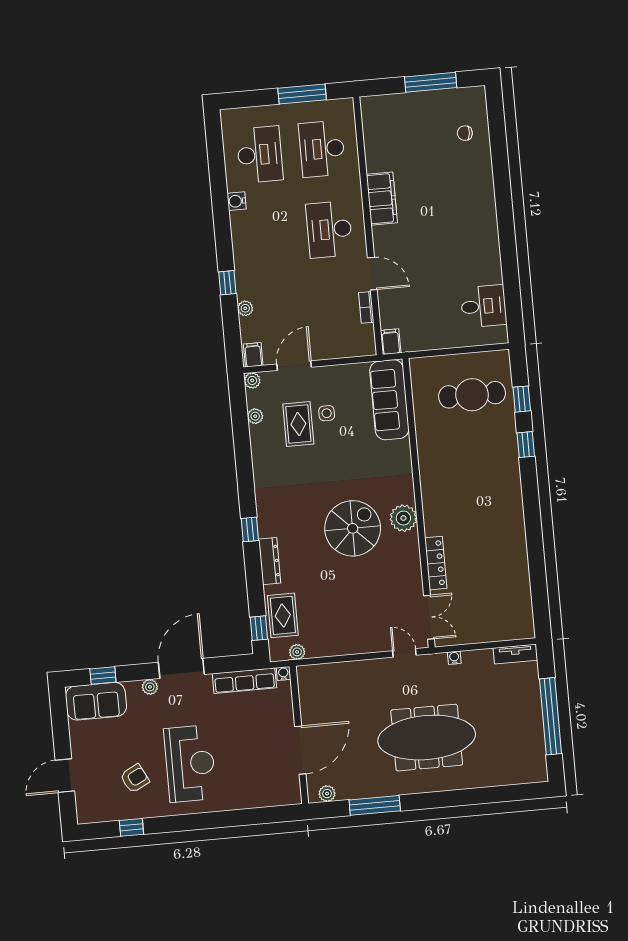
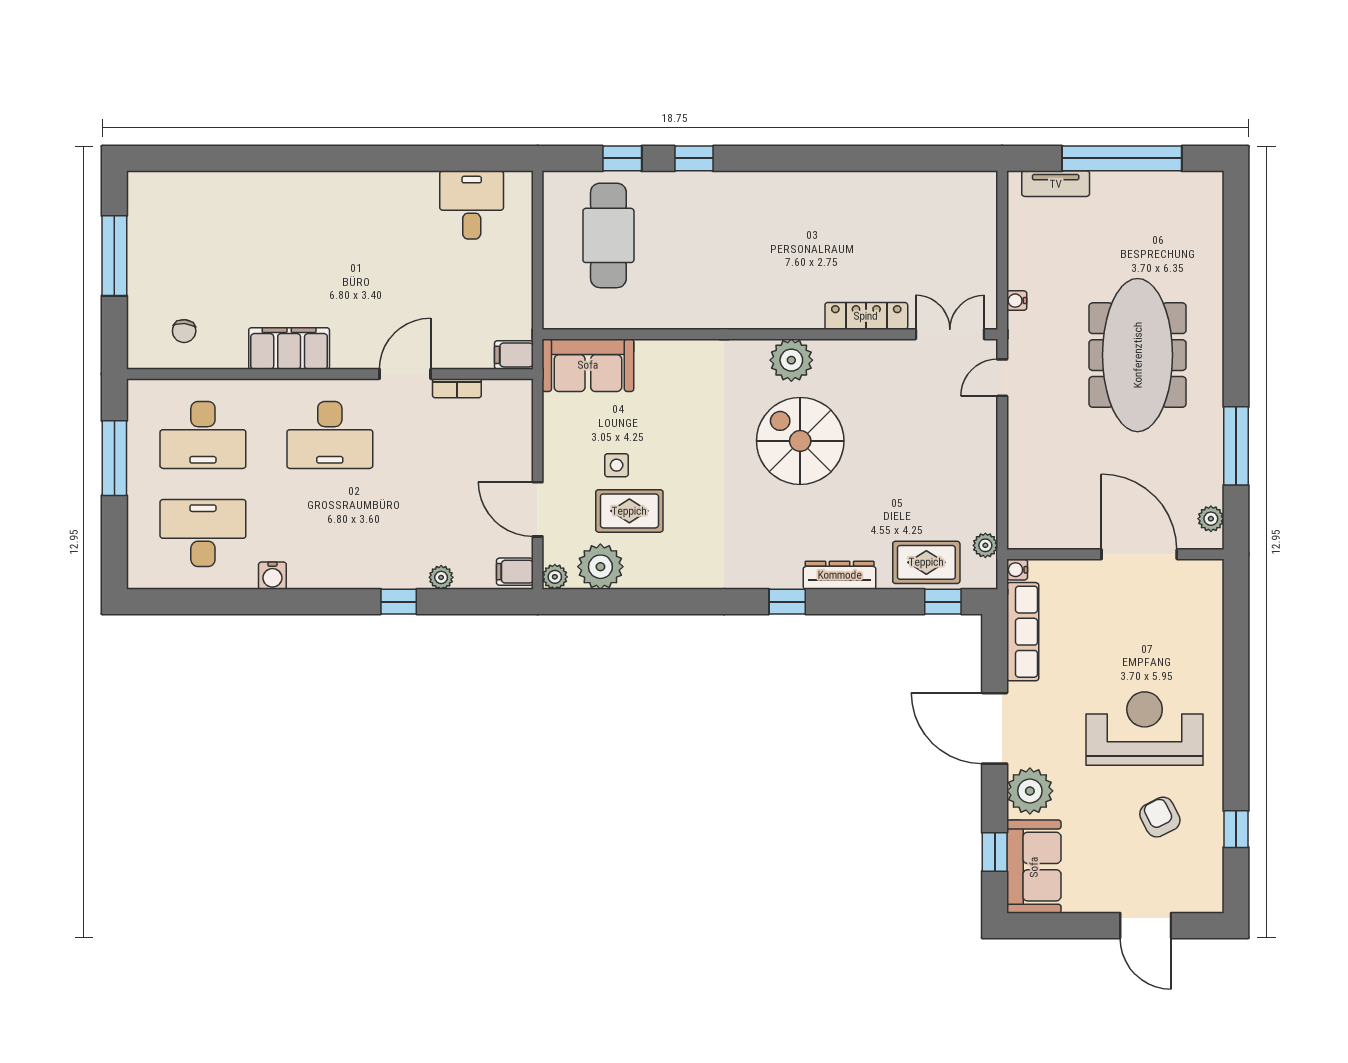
chair: (465, 133) -> (184, 331), moved
sofa: (389, 400) -> (588, 365), width x0.73
plant: (255, 416) -> (600, 567), width x1.87, depth x1.87
tv unit: (515, 654) -> (1056, 184), moved, turned 90
plant: (150, 687) -> (1030, 791), width x1.87, depth x1.87

